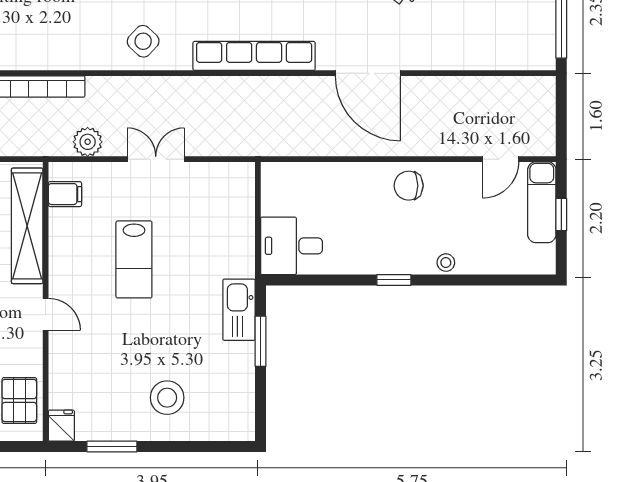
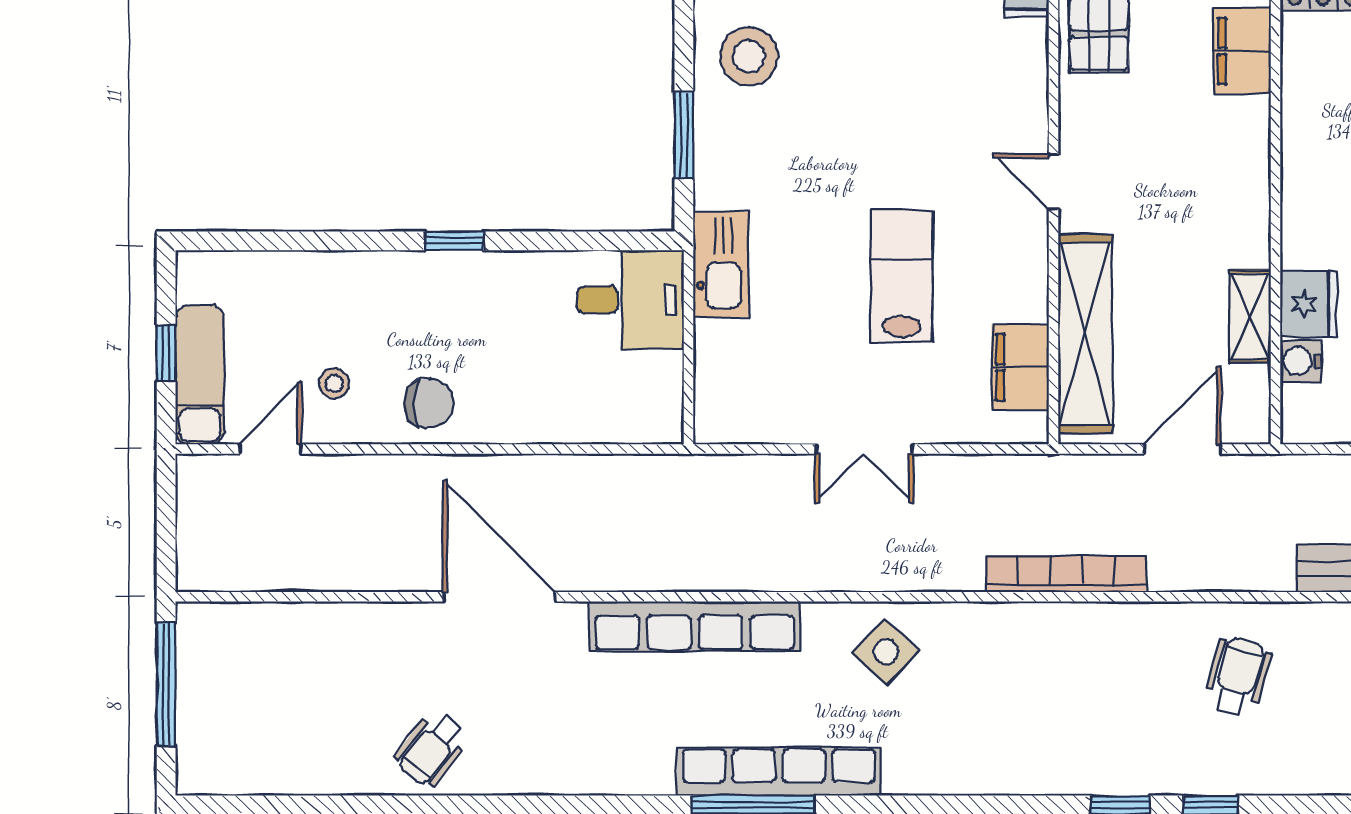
plant: (88, 142) -> (981, 479), removed
filing cabinet: (65, 194) -> (1020, 367), width x2.00
stool: (446, 263) -> (334, 384), moved
kitchen sink: (239, 310) -> (721, 264), moved
stool: (167, 398) -> (749, 57), moved

